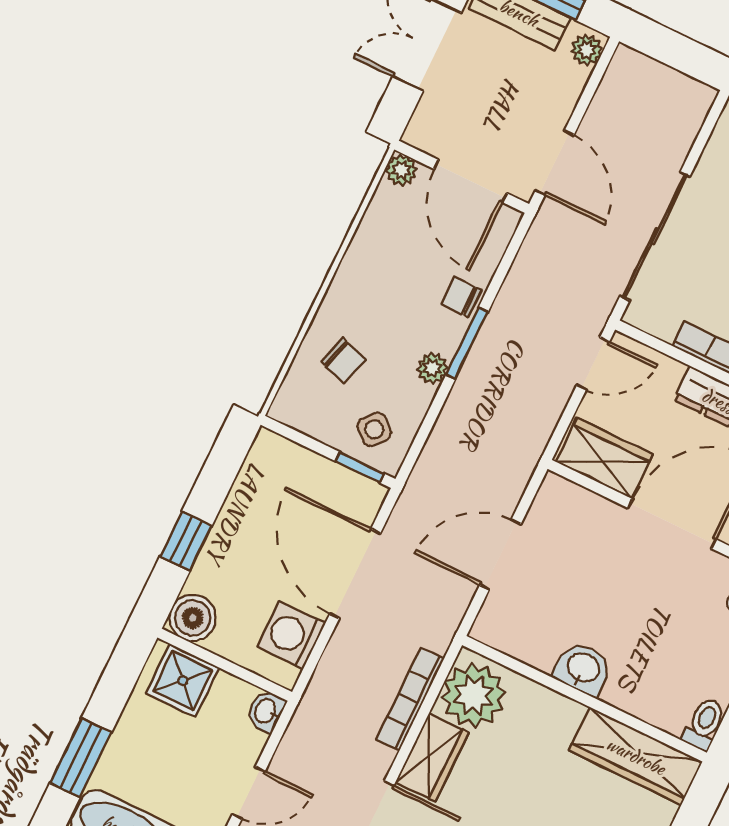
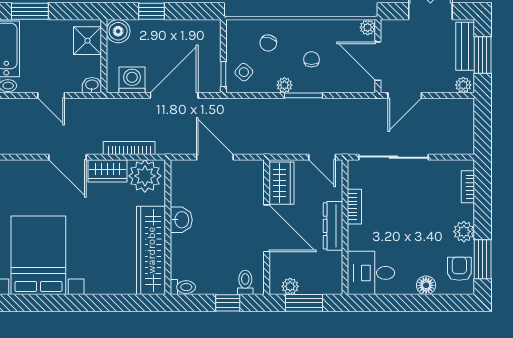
door: (471, 181) -> (378, 61), hinge flipped
chair: (461, 297) -> (311, 59), moved
wardrobe: (636, 756) -> (151, 250), width x1.40, depth x1.17

